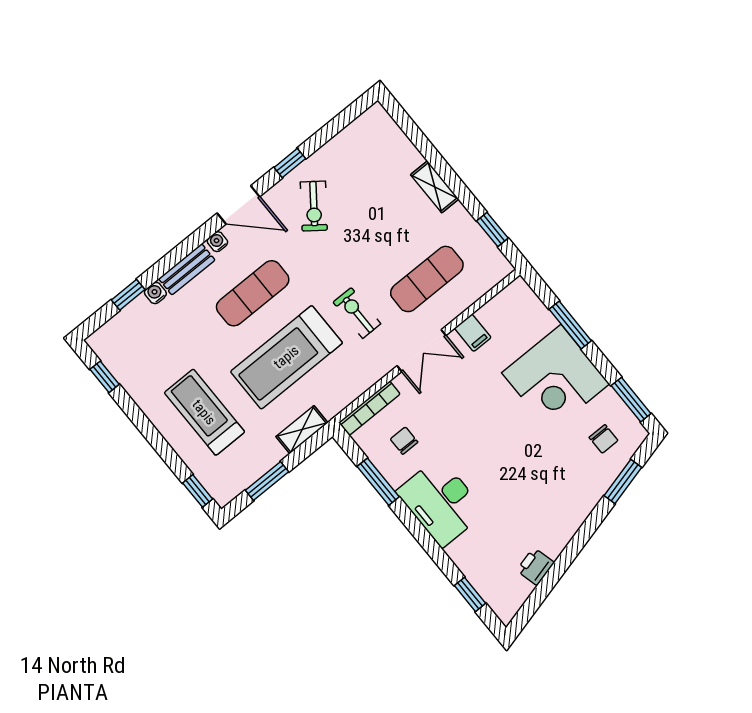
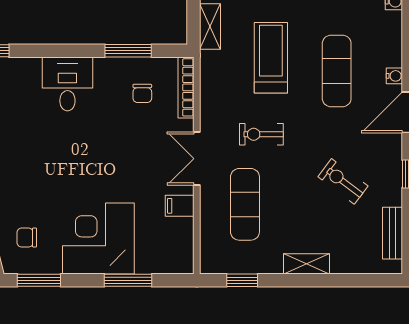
exercise bike: (314, 206) -> (343, 181), moved
bench: (187, 269) -> (392, 233), moved
exercise bike: (357, 313) -> (261, 134), turned 180
treadmill: (286, 357) -> (271, 58), width x0.73, depth x0.73
chair: (404, 441) -> (142, 93), turned 90
desk: (441, 502) -> (67, 84), width x0.73

